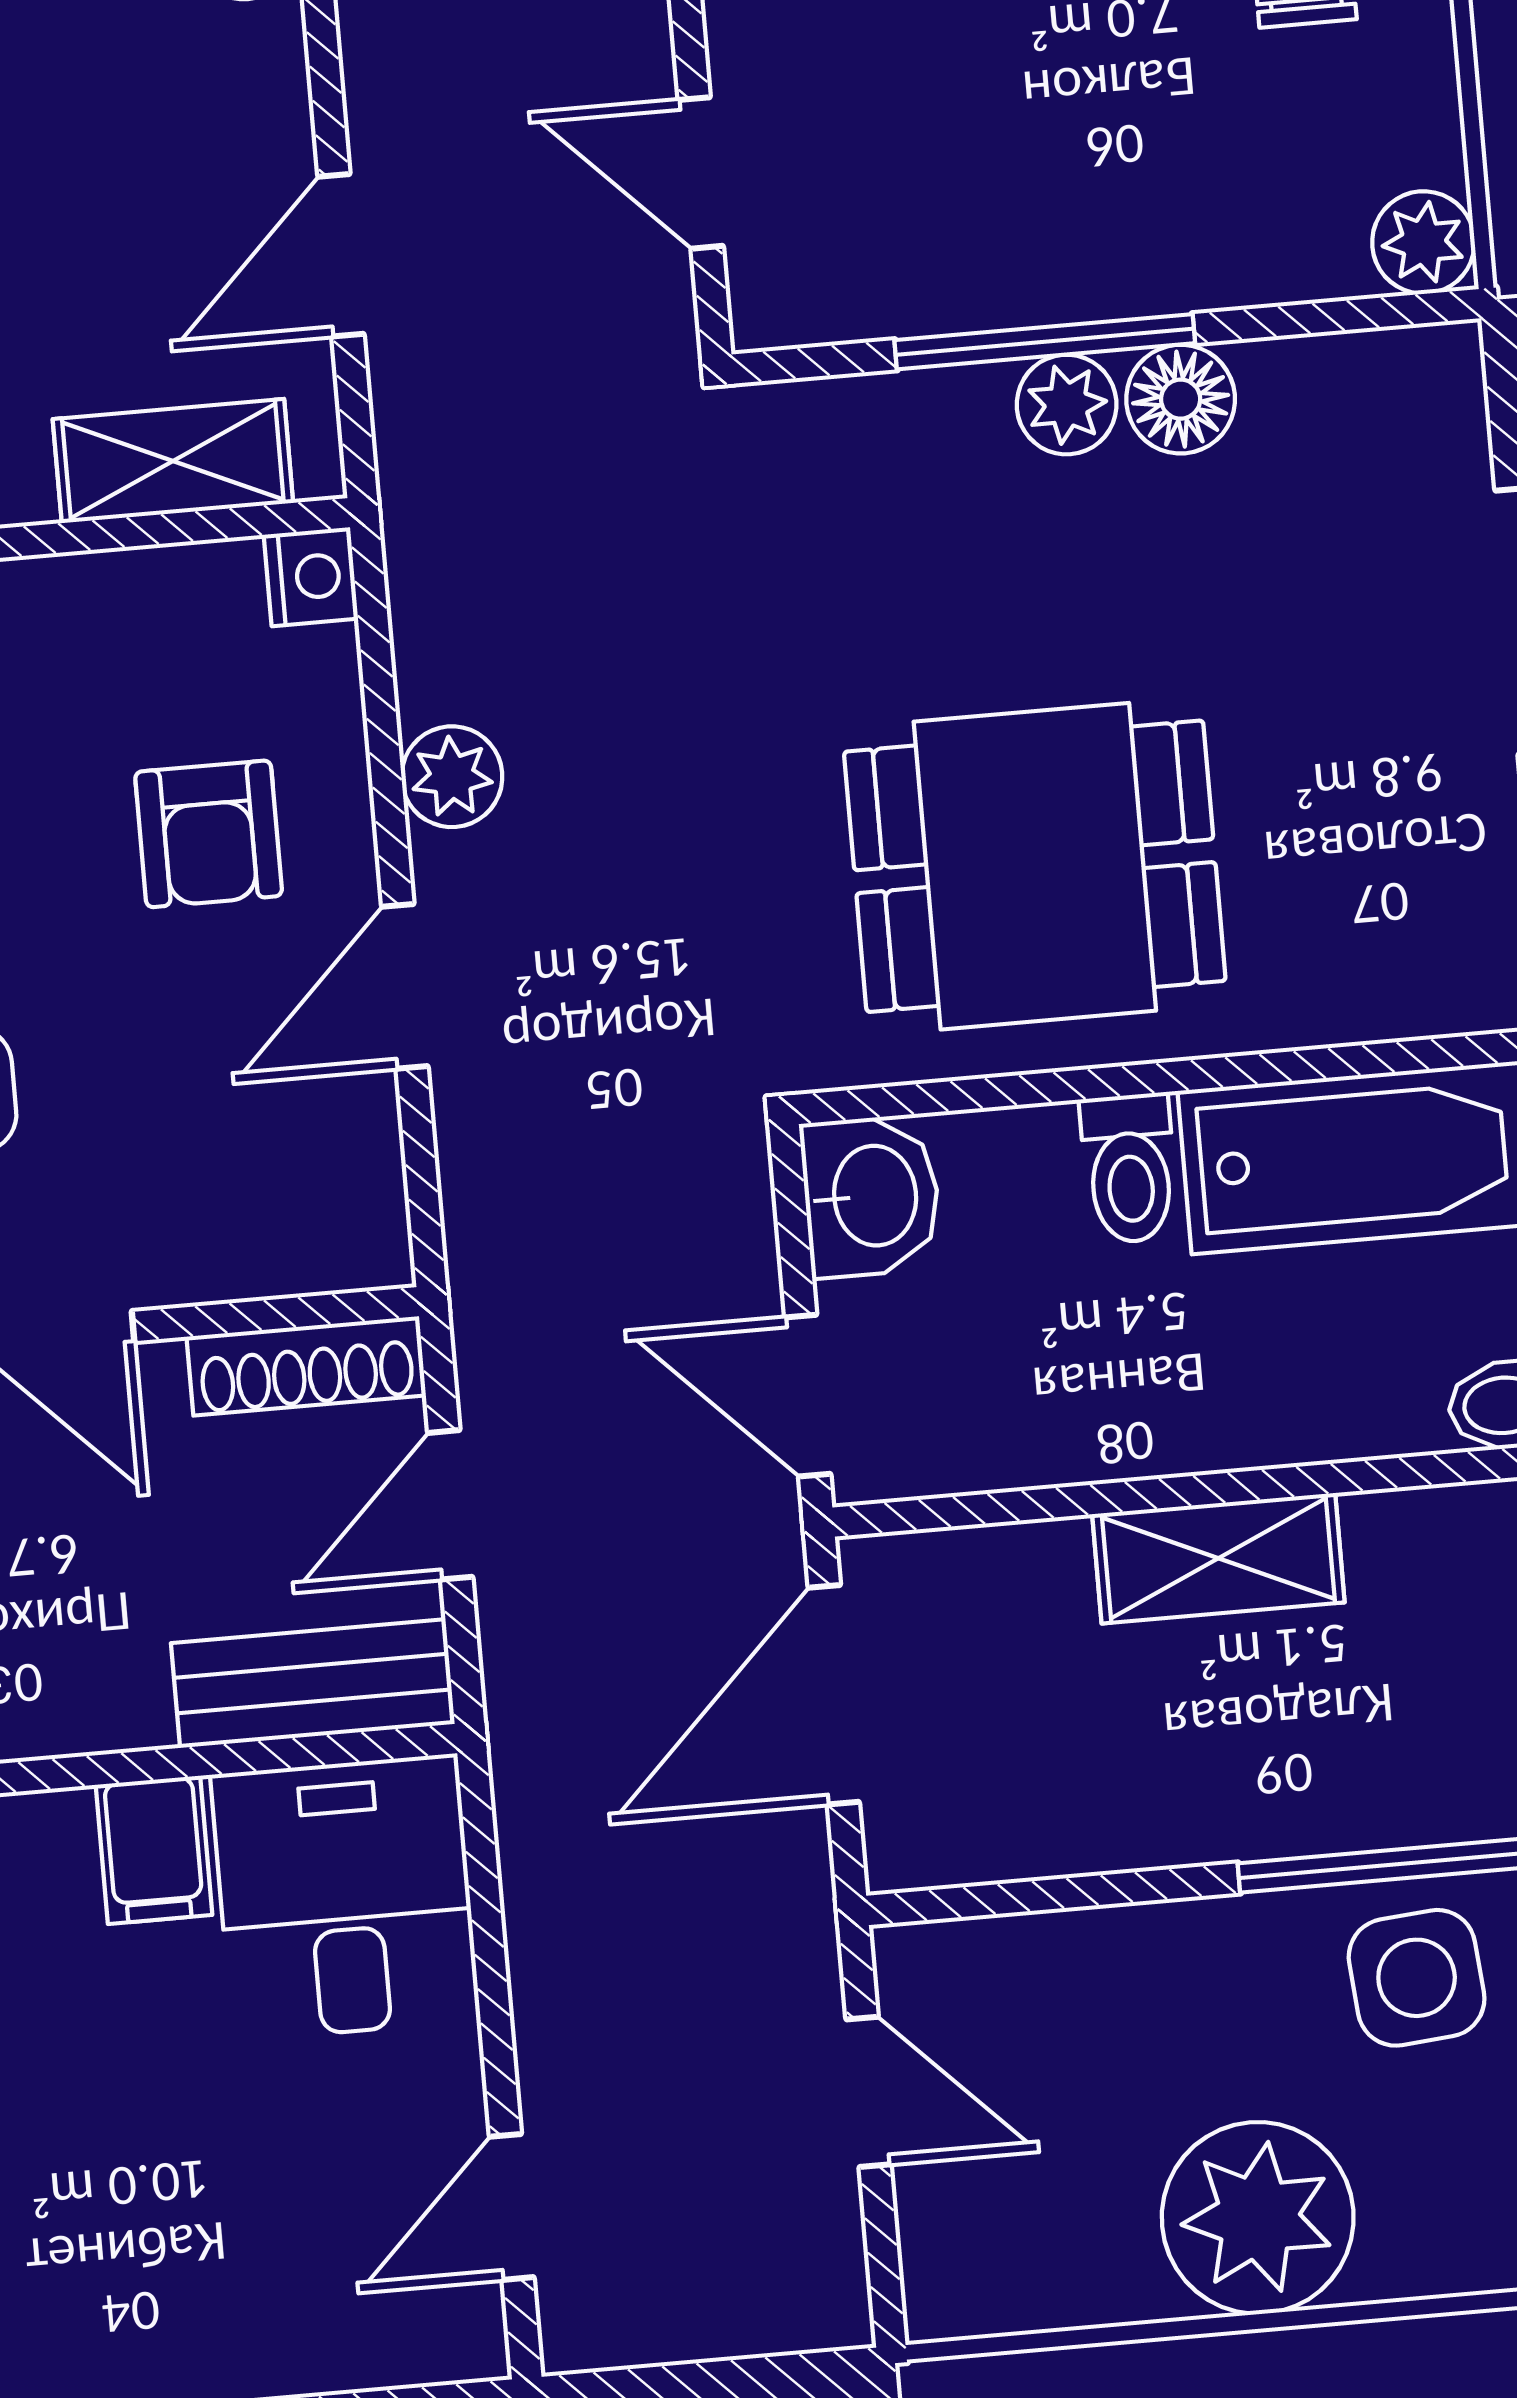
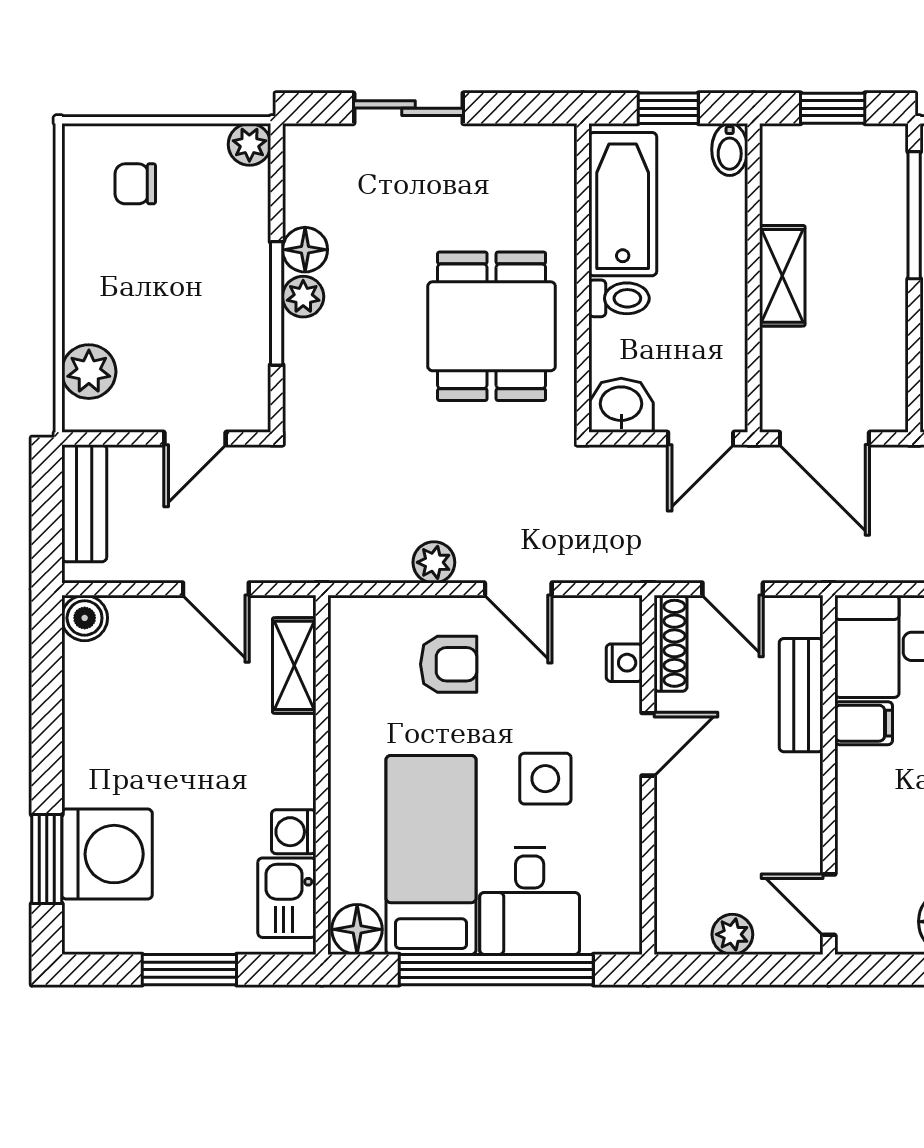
nightstand: (311, 577) -> (624, 663), moved, turned 90
bench: (313, 1684) -> (801, 695), moved

